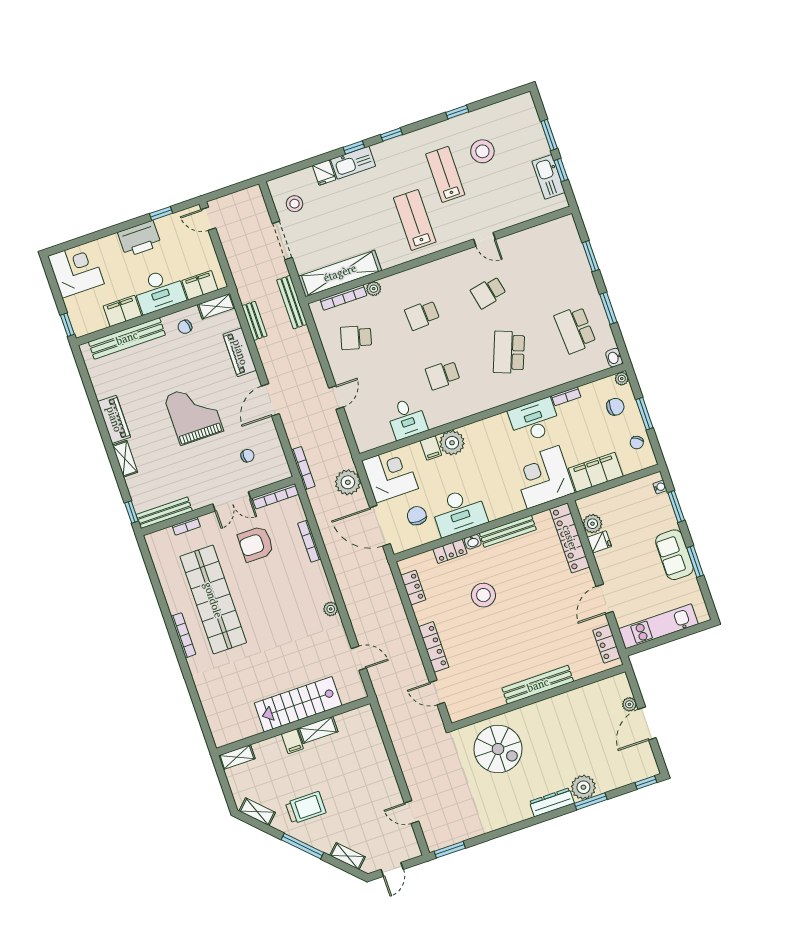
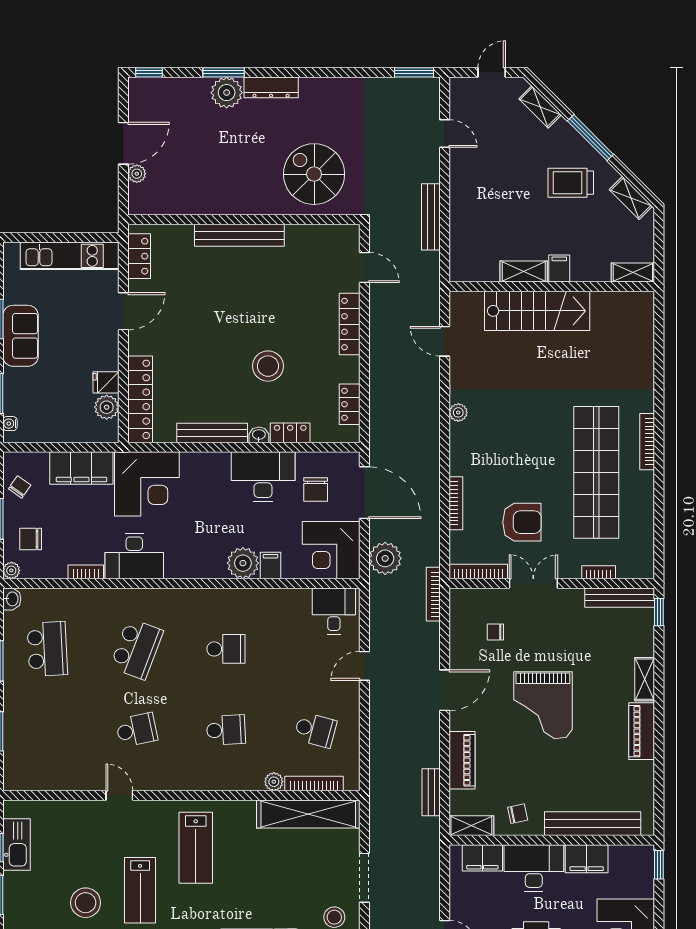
bench: (292, 302) -> (431, 217), moved
desk: (407, 419) -> (334, 611), moved

